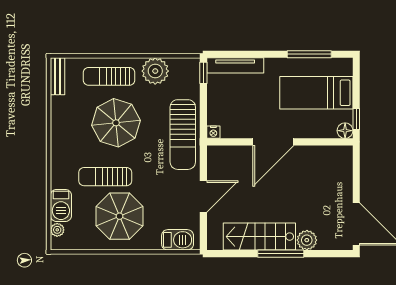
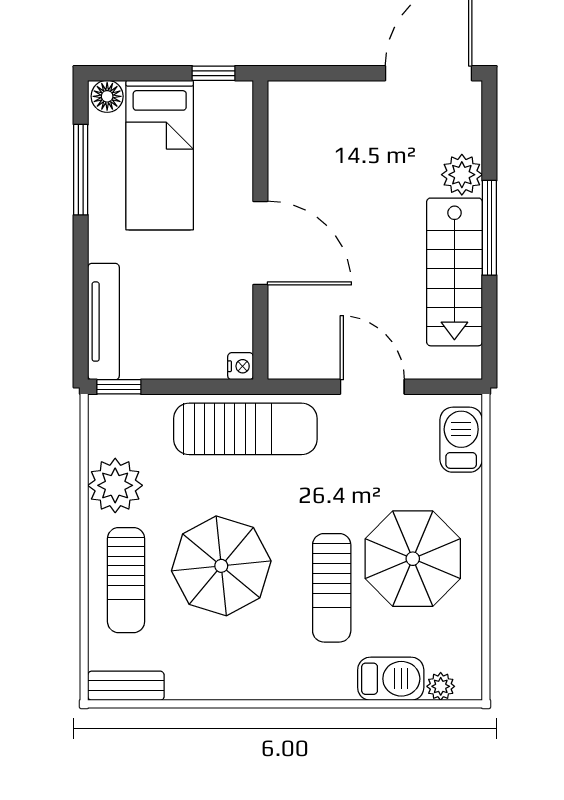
floor lamp: (345, 131) -> (107, 96), moved

